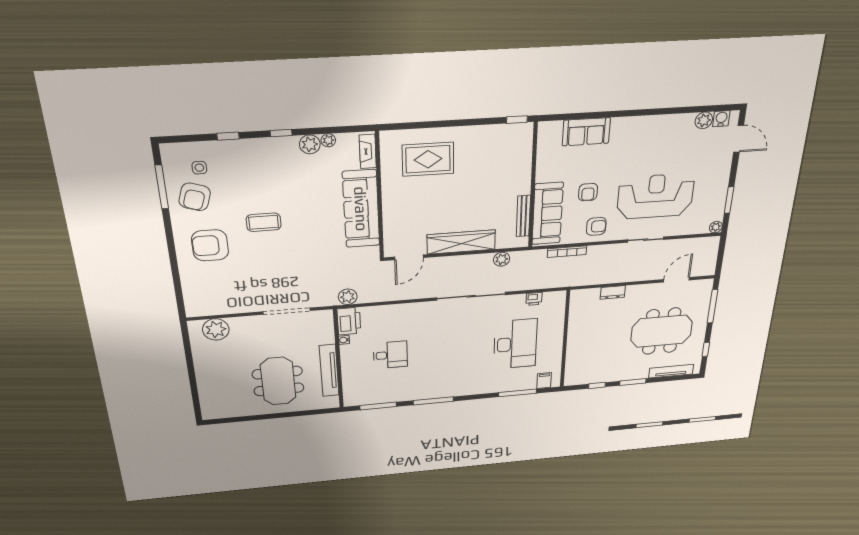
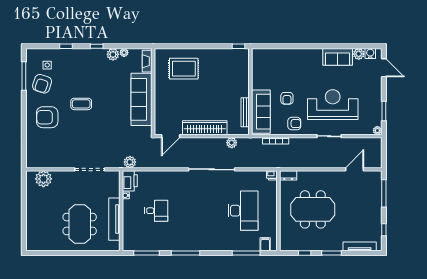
sofa: (586, 132) -> (338, 57), moved
dresser: (613, 292) -> (288, 175), moved
printer: (534, 299) -> (272, 175), moved
meeting table: (662, 331) -> (313, 209), moved

